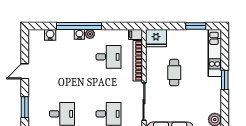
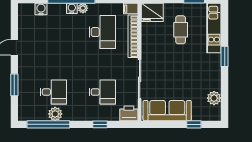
desk: (108, 57) -> (102, 32), width x1.37
cafe table: (174, 73) -> (181, 30), moved

